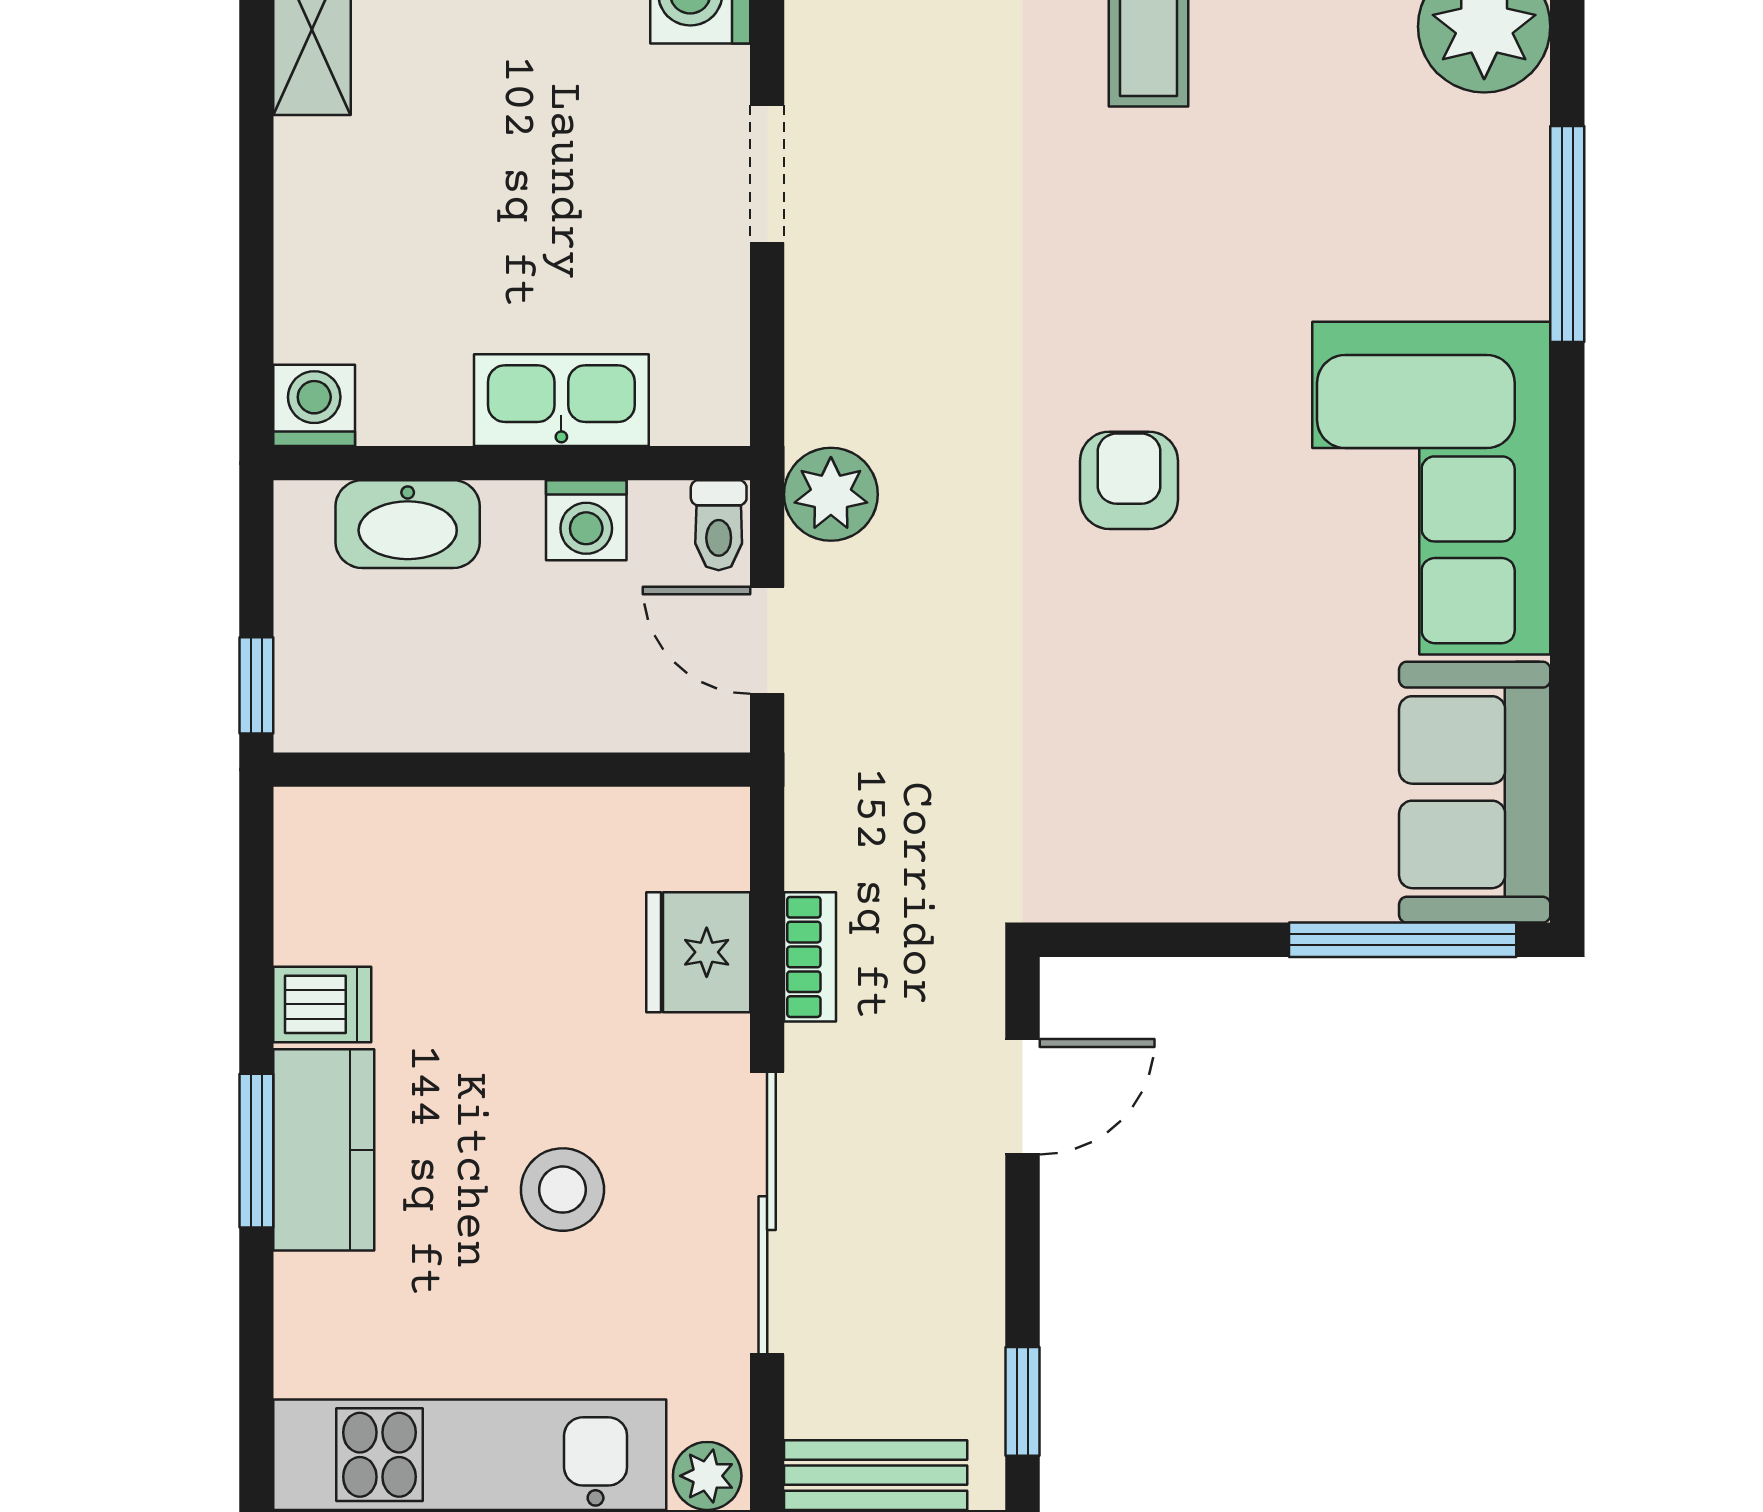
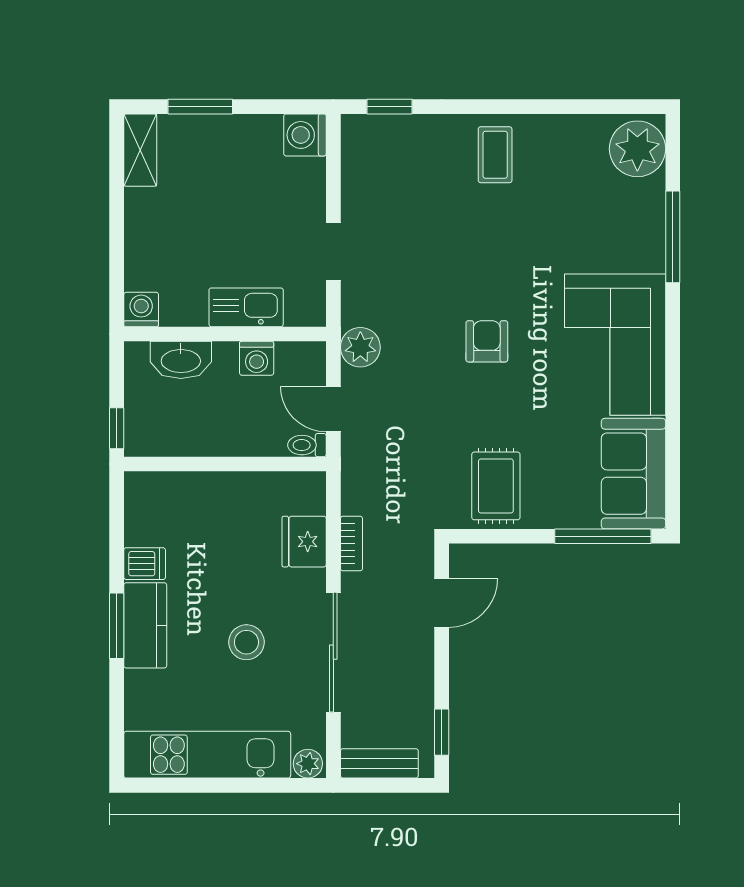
doorway: (767, 174) -> (333, 252), moved
toilet: (719, 525) -> (307, 445), moved, turned 90
rug: (1150, 821) -> (496, 486), added

